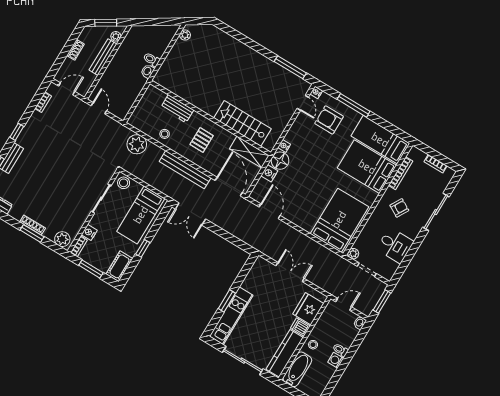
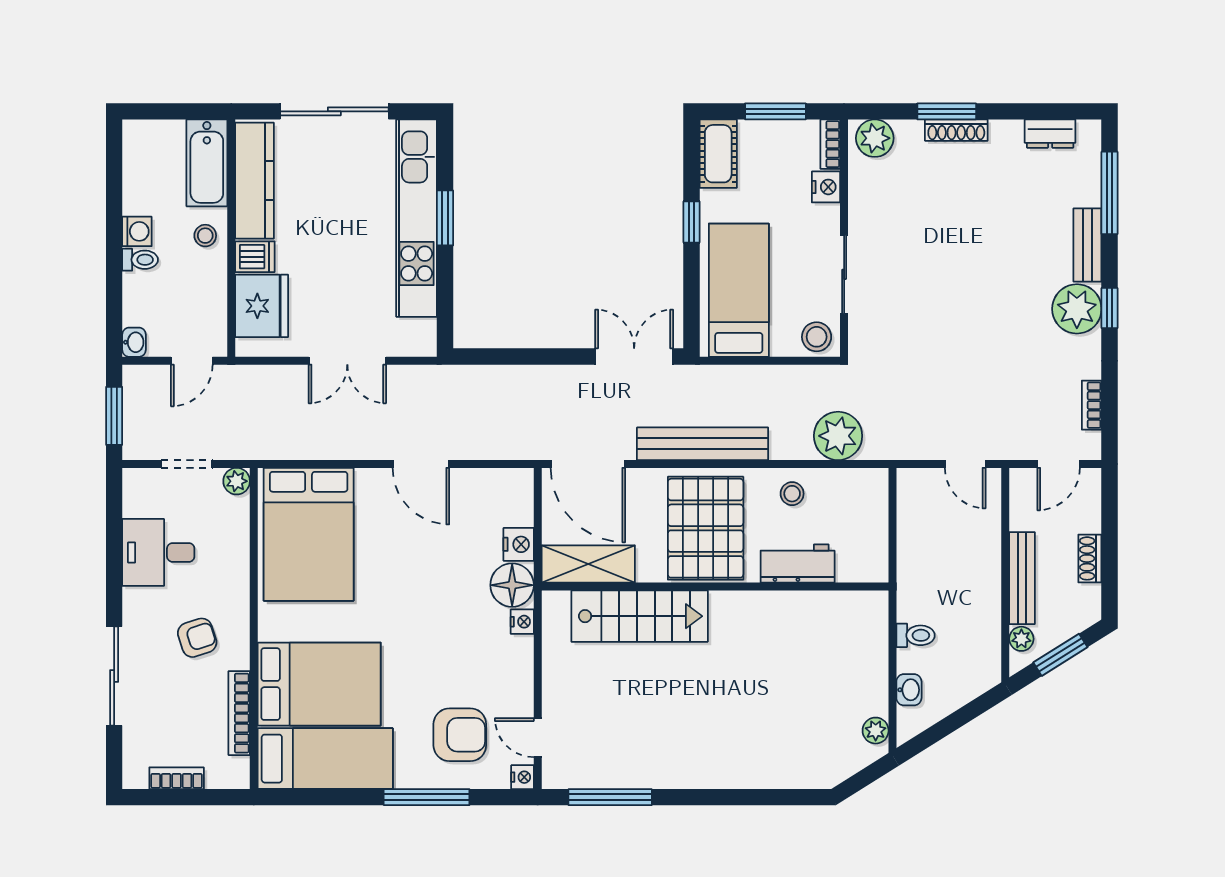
washbasin: (148, 71) -> (909, 690), moved
plant: (28, 138) -> (1077, 309), added
pallet: (202, 140) -> (706, 528), width x2.05, depth x2.00
armchair: (399, 208) -> (197, 638), turned -138
door: (270, 211) -> (421, 464), moved
kitchen unit: (231, 316) -> (417, 218), width x1.36

